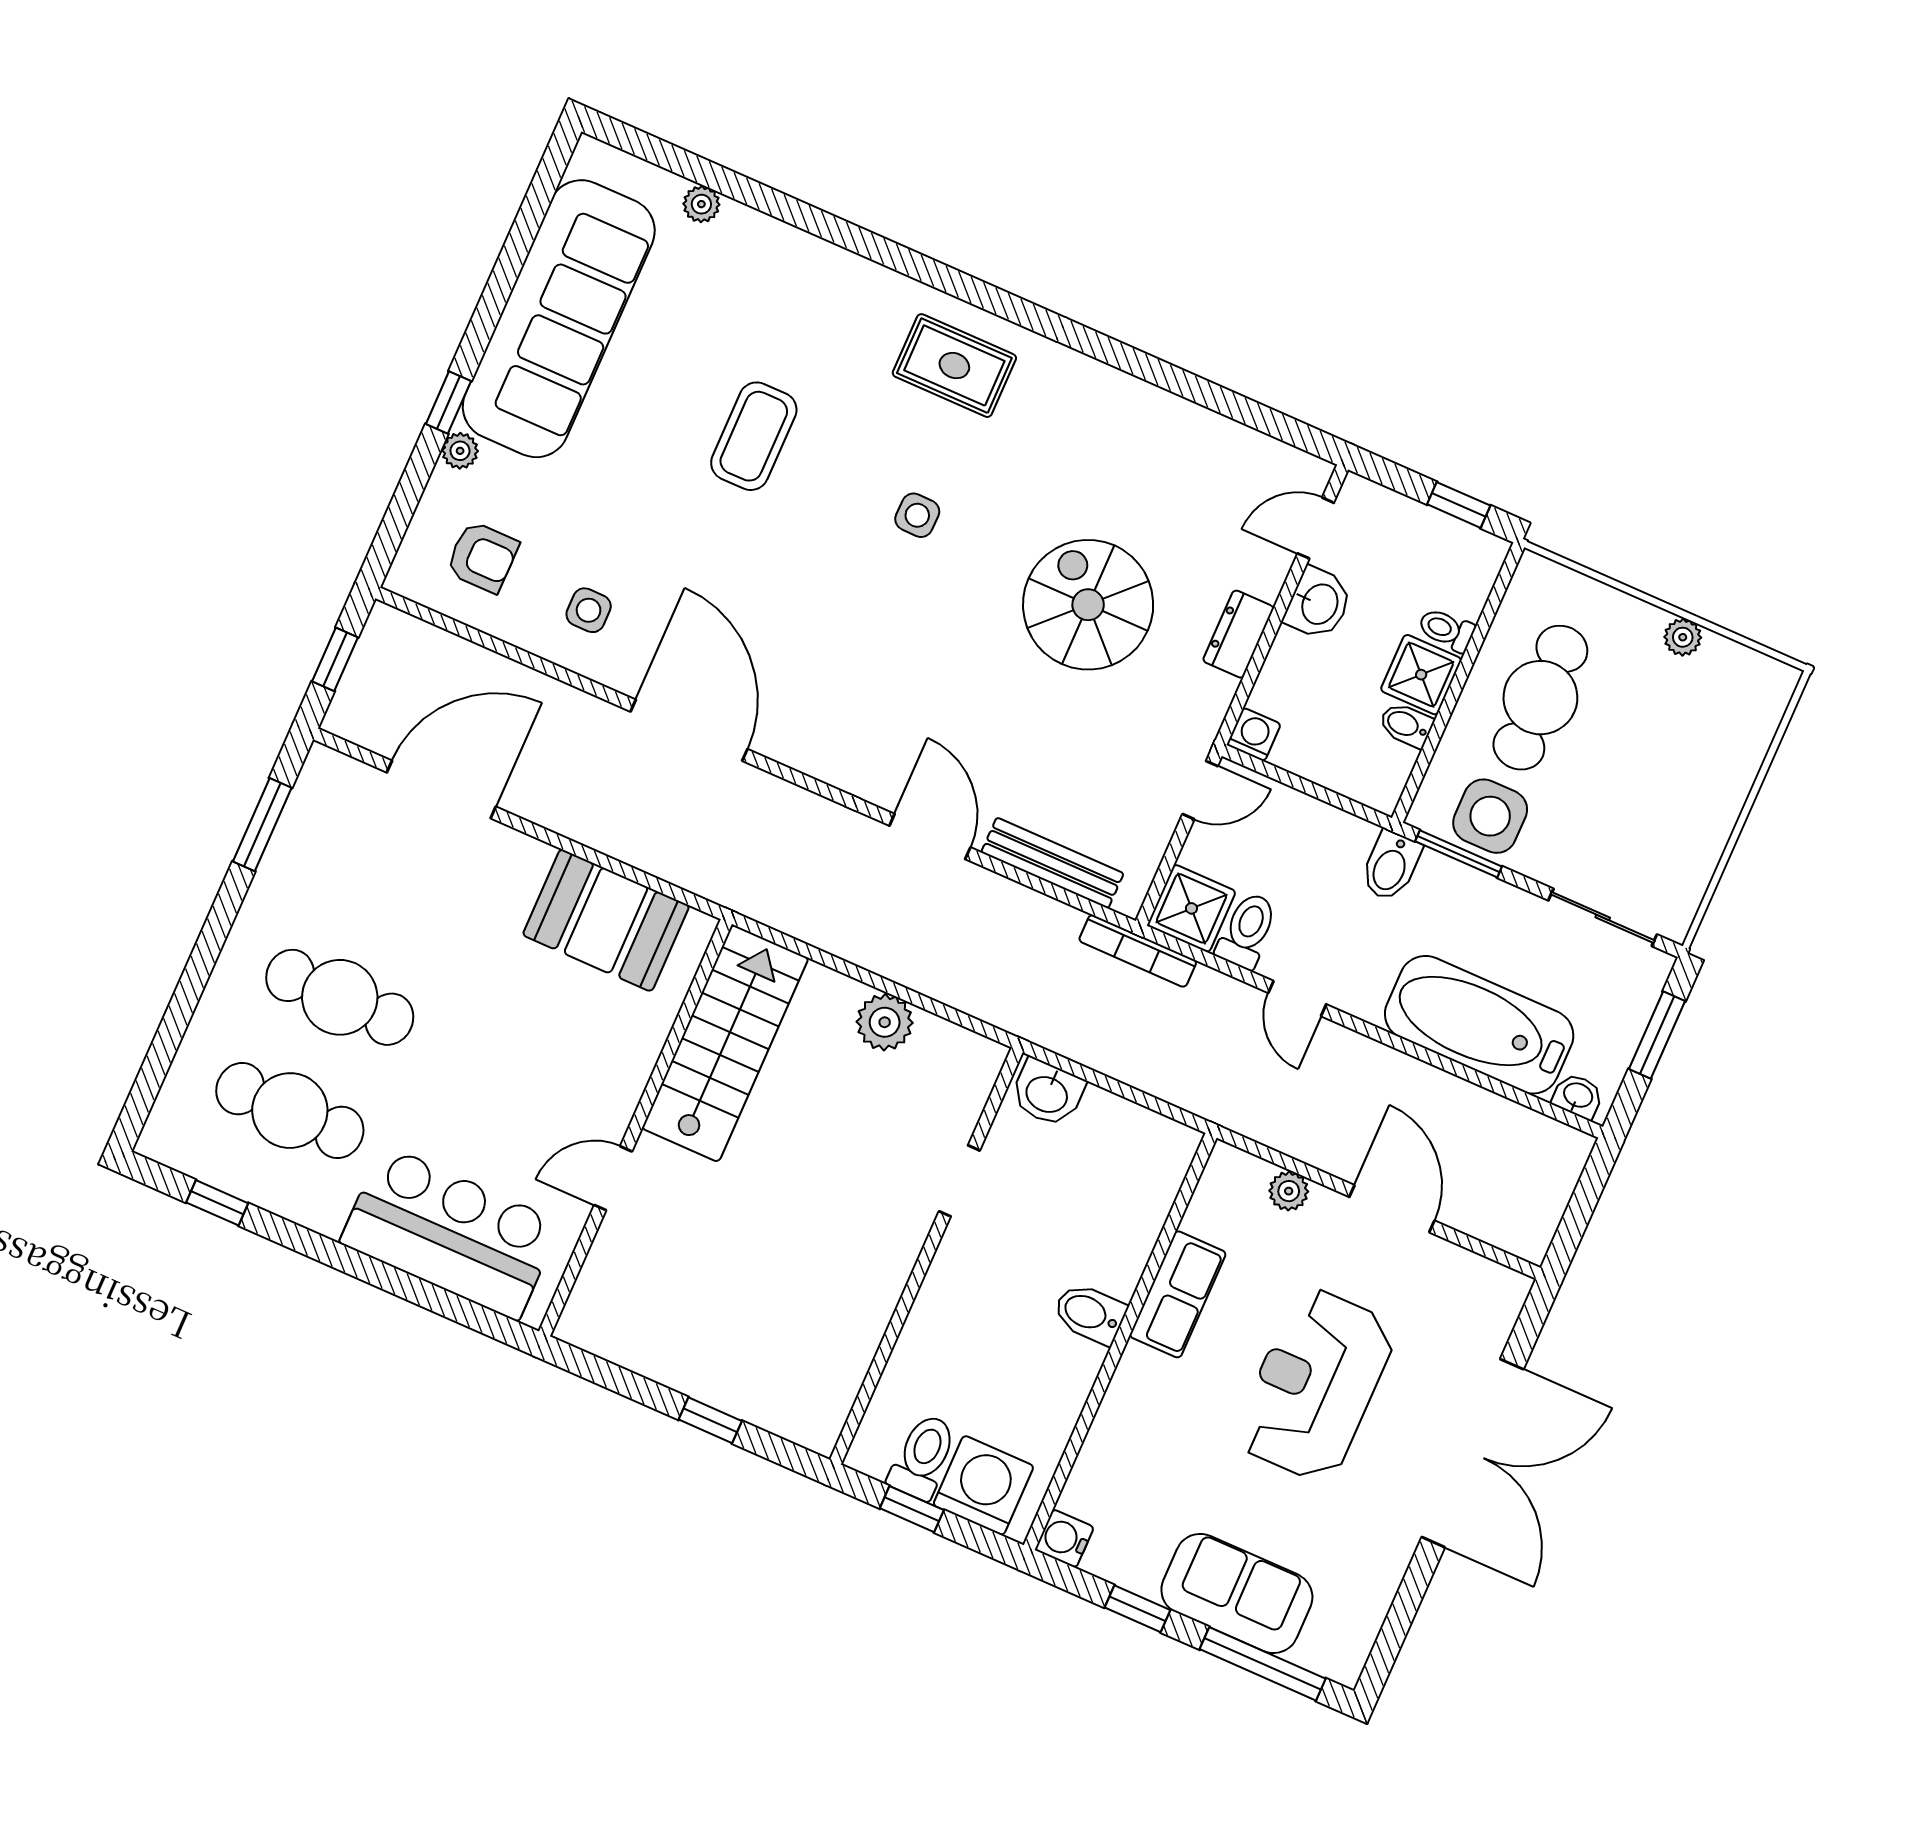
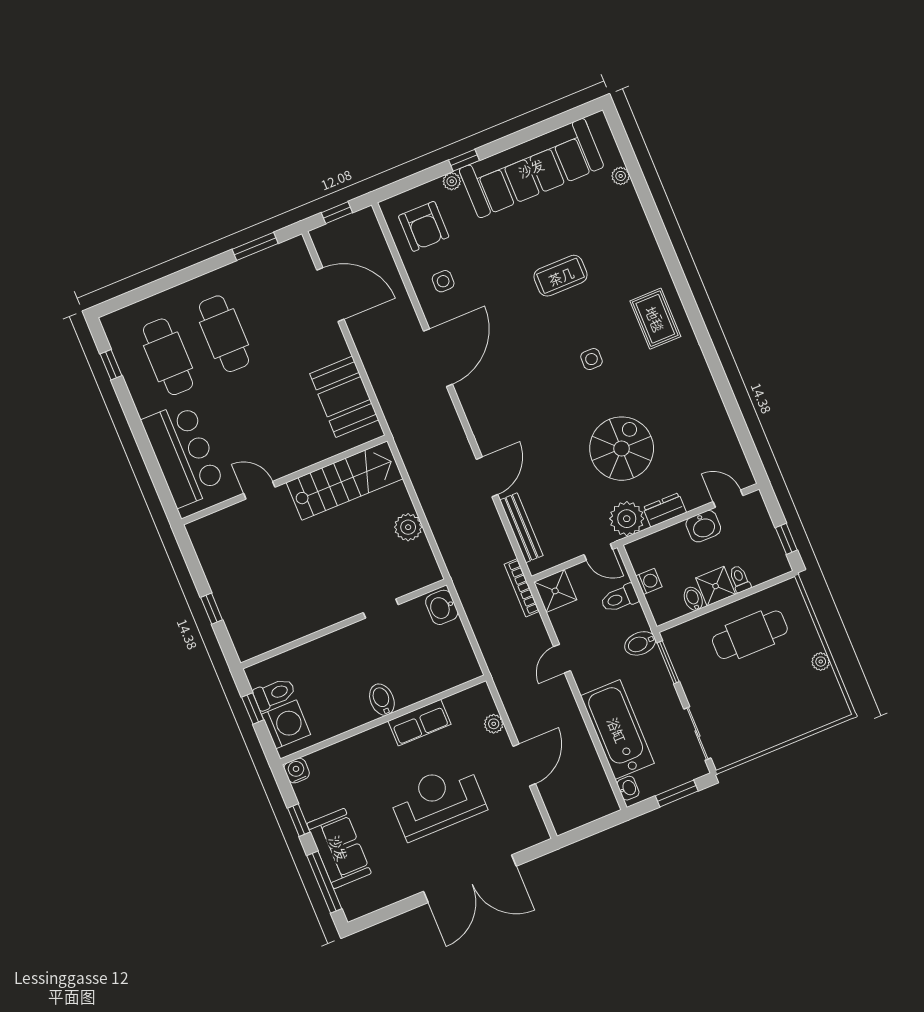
armchair: (482, 557) -> (424, 226), width x1.38, depth x1.38
plant: (1195, 701) -> (627, 519), added
washing machine: (1254, 734) -> (649, 581), moved
side table: (1490, 816) -> (692, 660), removed
toilet: (1247, 931) -> (620, 598), moved, turned 180

